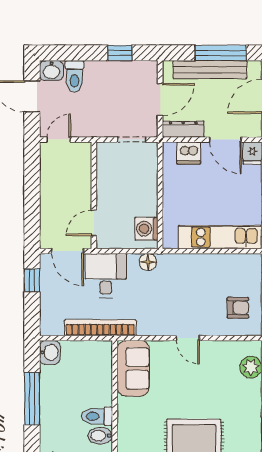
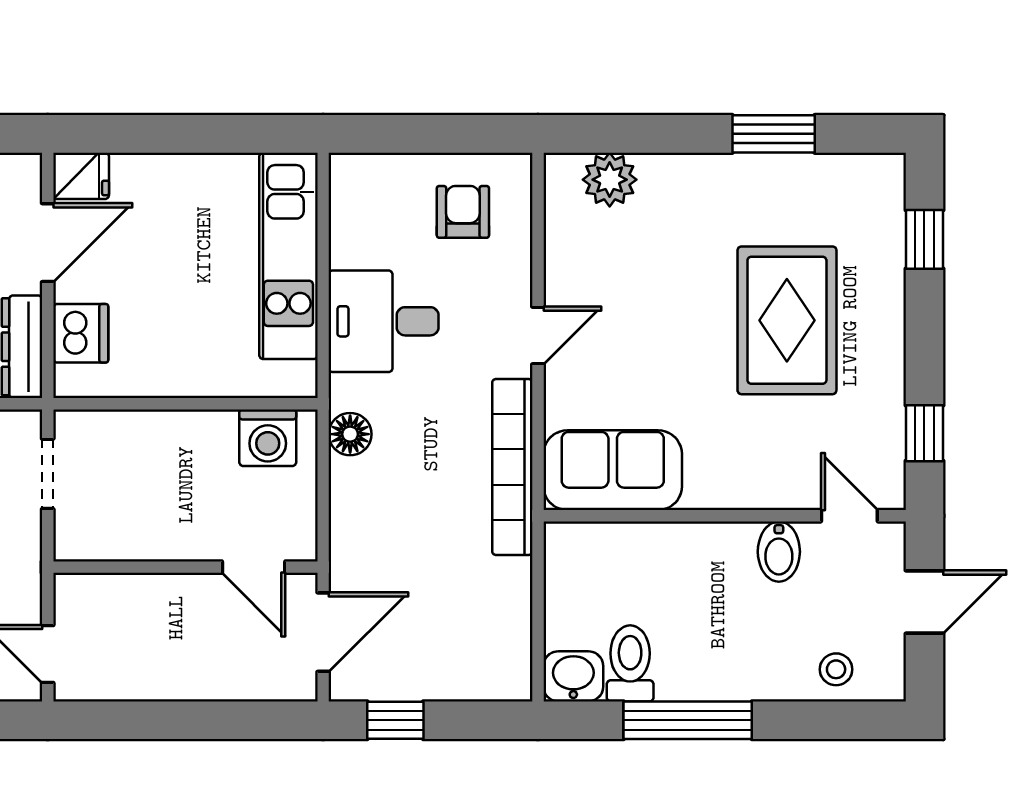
desk: (106, 276) -> (384, 321), moved
bookcase: (100, 328) -> (512, 467), moved
toilet: (97, 416) -> (630, 663), moved, turned 180

